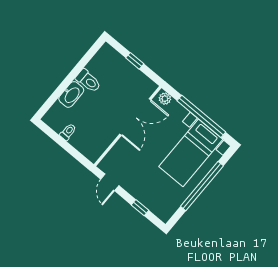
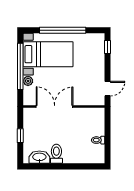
washbasin: (71, 94) -> (39, 157), moved
plant: (165, 99) -> (28, 81), moved
window: (140, 208) -> (108, 47), moved

